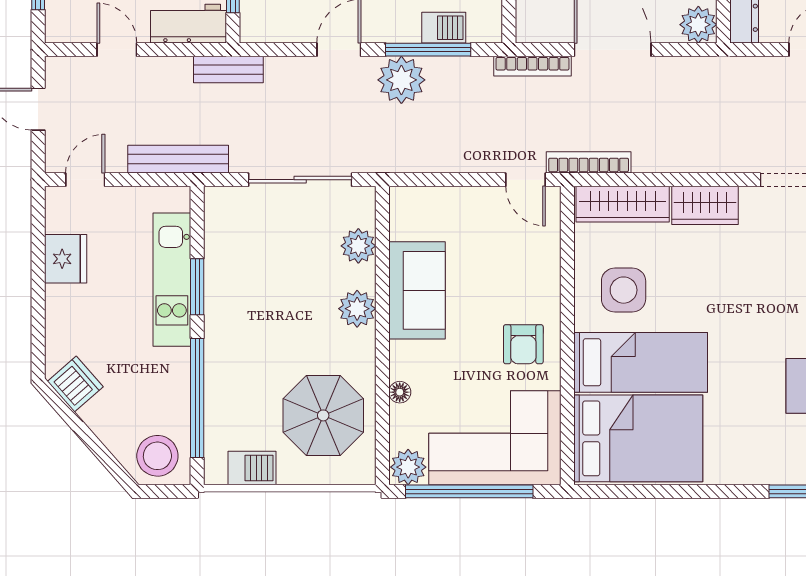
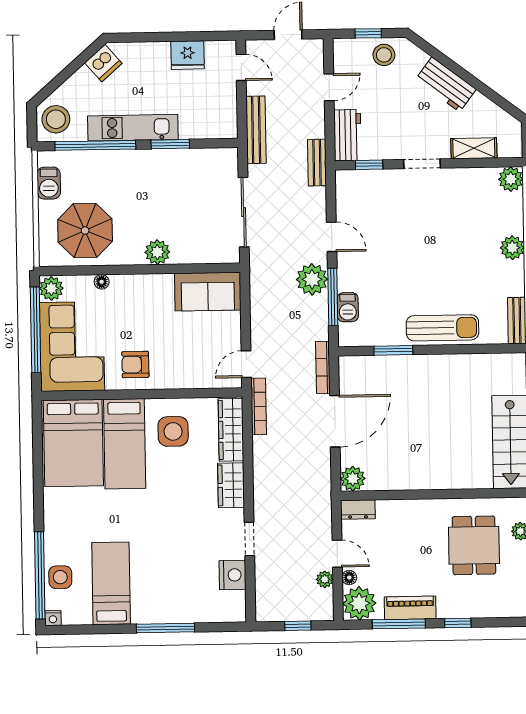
plant: (358, 246) -> (200, 252), removed
kitchen unit: (172, 280) -> (133, 128), moved
sofa: (417, 290) -> (208, 292), moved

